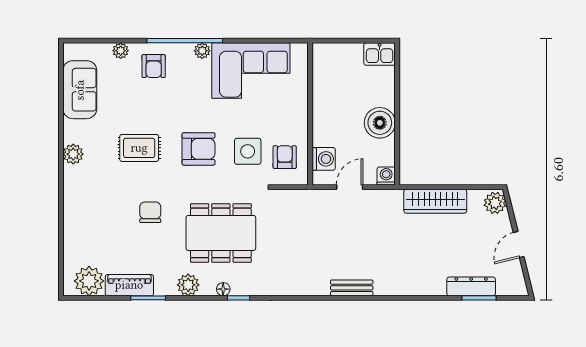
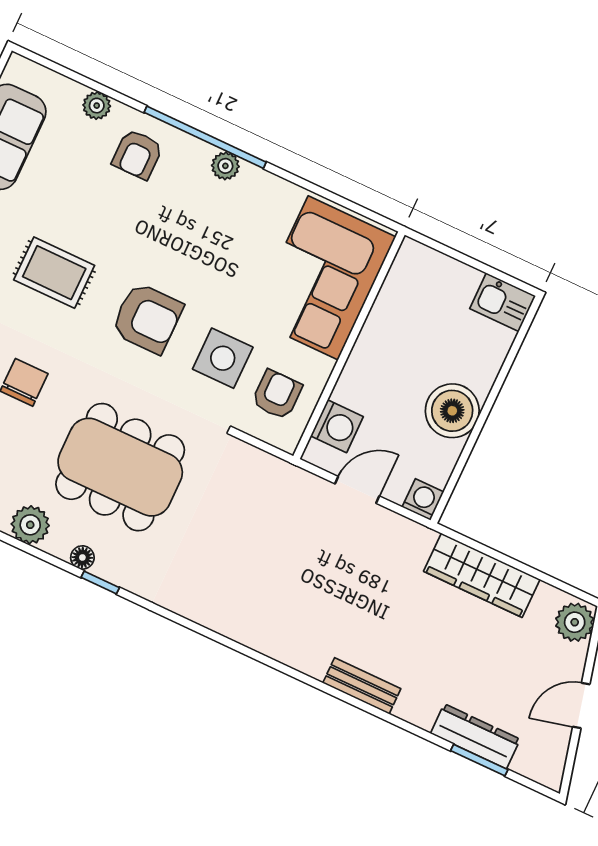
corner sofa: (251, 71) -> (323, 278), moved, turned 90
bench: (352, 288) -> (362, 686), moved

